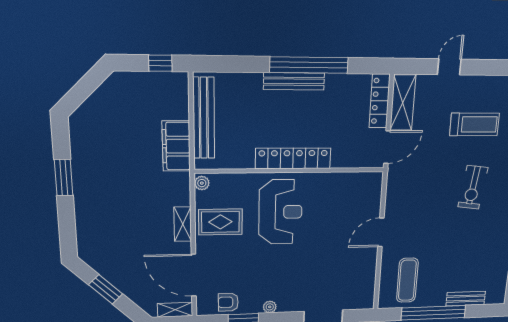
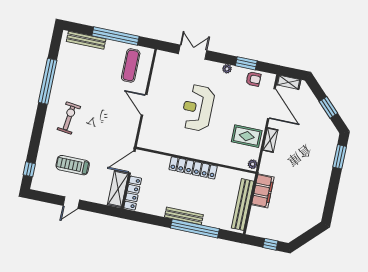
window: (160, 63) -> (270, 244), moved
window: (309, 65) -> (195, 228), moved
door: (449, 67) -> (71, 203), moved
window: (64, 177) -> (340, 157), moved
exercise bike: (473, 187) -> (69, 118), moved
reception desk: (280, 212) -> (198, 108), moved
door: (381, 232) -> (144, 105), swing flipped
bench: (466, 299) -> (86, 40), width x1.36

